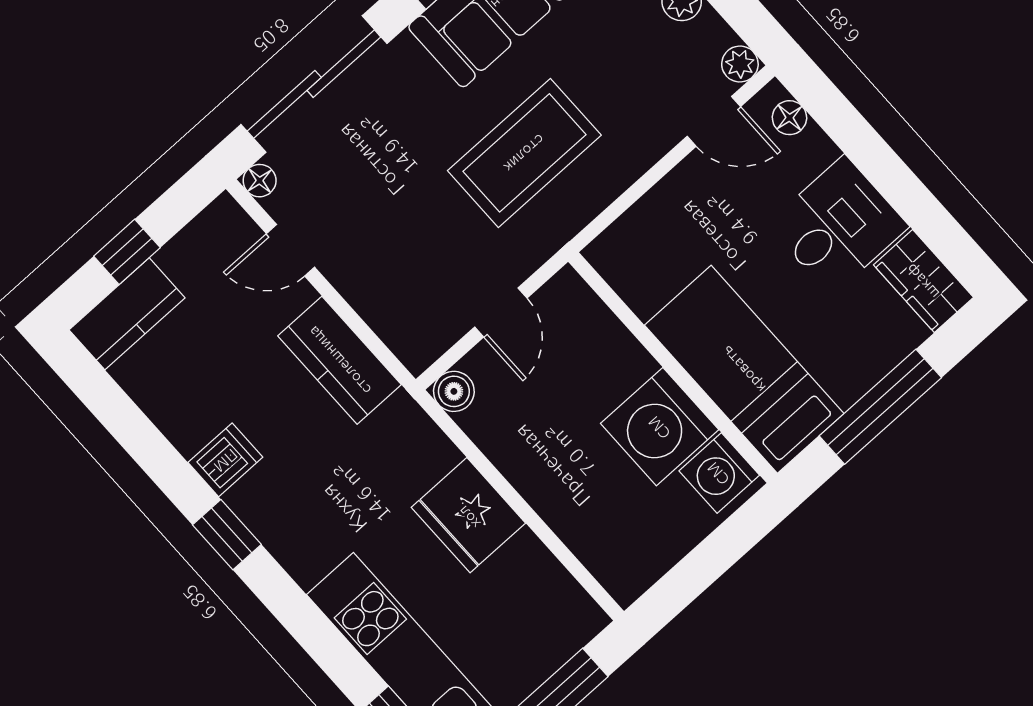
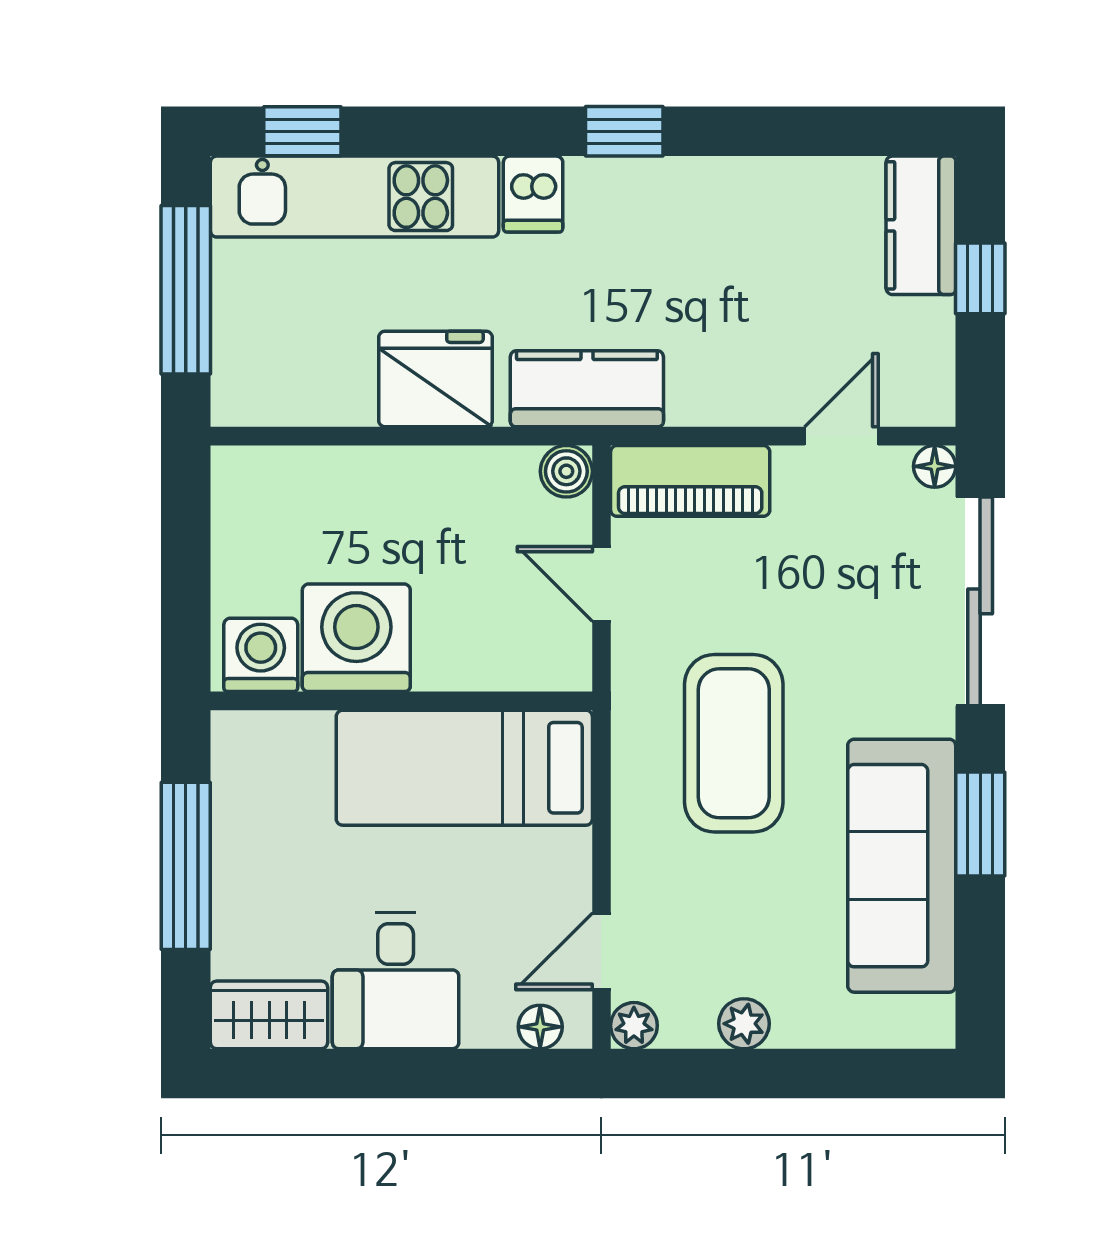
piano: (395, 315) -> (690, 481), added
kitchen counter: (340, 360) -> (587, 389), moved
bed: (744, 369) -> (464, 768), moved, turned 180
dishwasher: (225, 460) -> (533, 194), moved

